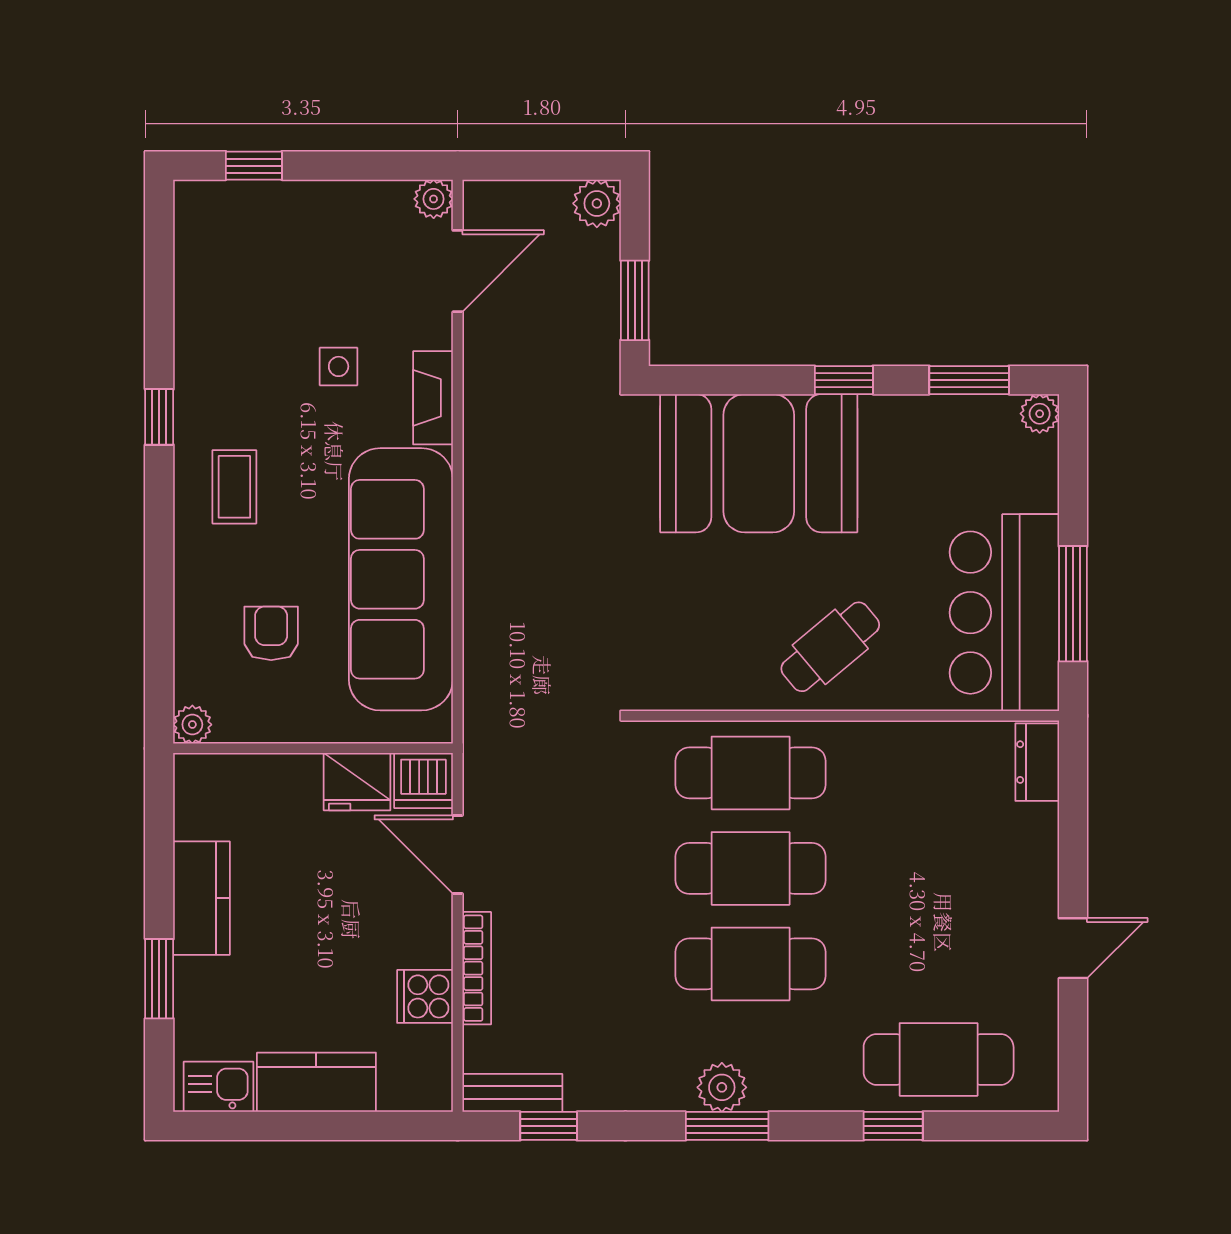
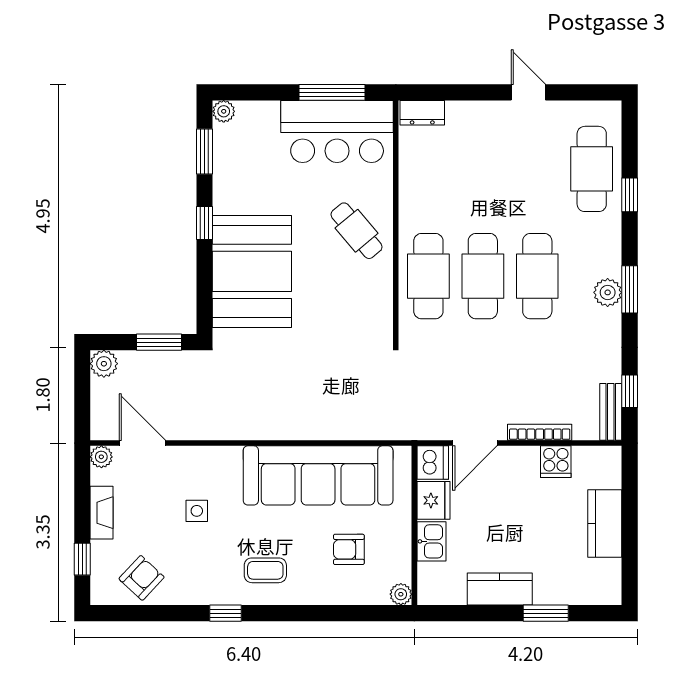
armchair: (221, 270) -> (142, 578), added
fireplace: (433, 398) -> (102, 513), moved, turned -90
kitchen sink: (218, 1087) -> (431, 541), moved, turned 180

